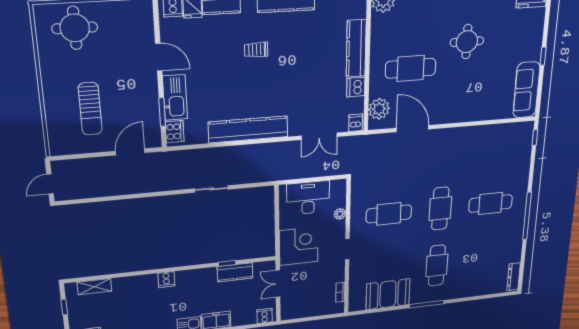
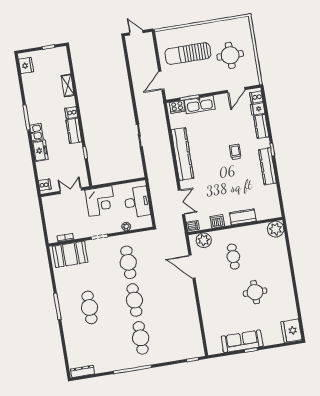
round table: (75, 28) -> (230, 55), moved
kitchen counter: (356, 48) -> (243, 217), width x0.67
door: (159, 57) -> (236, 90), moved
cafe table: (411, 68) -> (233, 257), width x0.73, depth x0.74
sofa: (526, 90) -> (242, 341), moved
sun lounger: (90, 109) -> (188, 54), width x1.36, depth x1.34
door: (413, 129) -> (192, 267), swing flipped
double door: (319, 136) -> (181, 202), swing flipped
door: (130, 152) -> (161, 80), swing flipped
cafe table: (440, 209) -> (134, 300), turned 90
cafe table: (437, 266) -> (89, 307), turned 90
kitchen counter: (235, 272) -> (74, 131), moved
shelving: (94, 287) -> (68, 85), moved
booth: (388, 294) -> (70, 254), moved, turned 90

